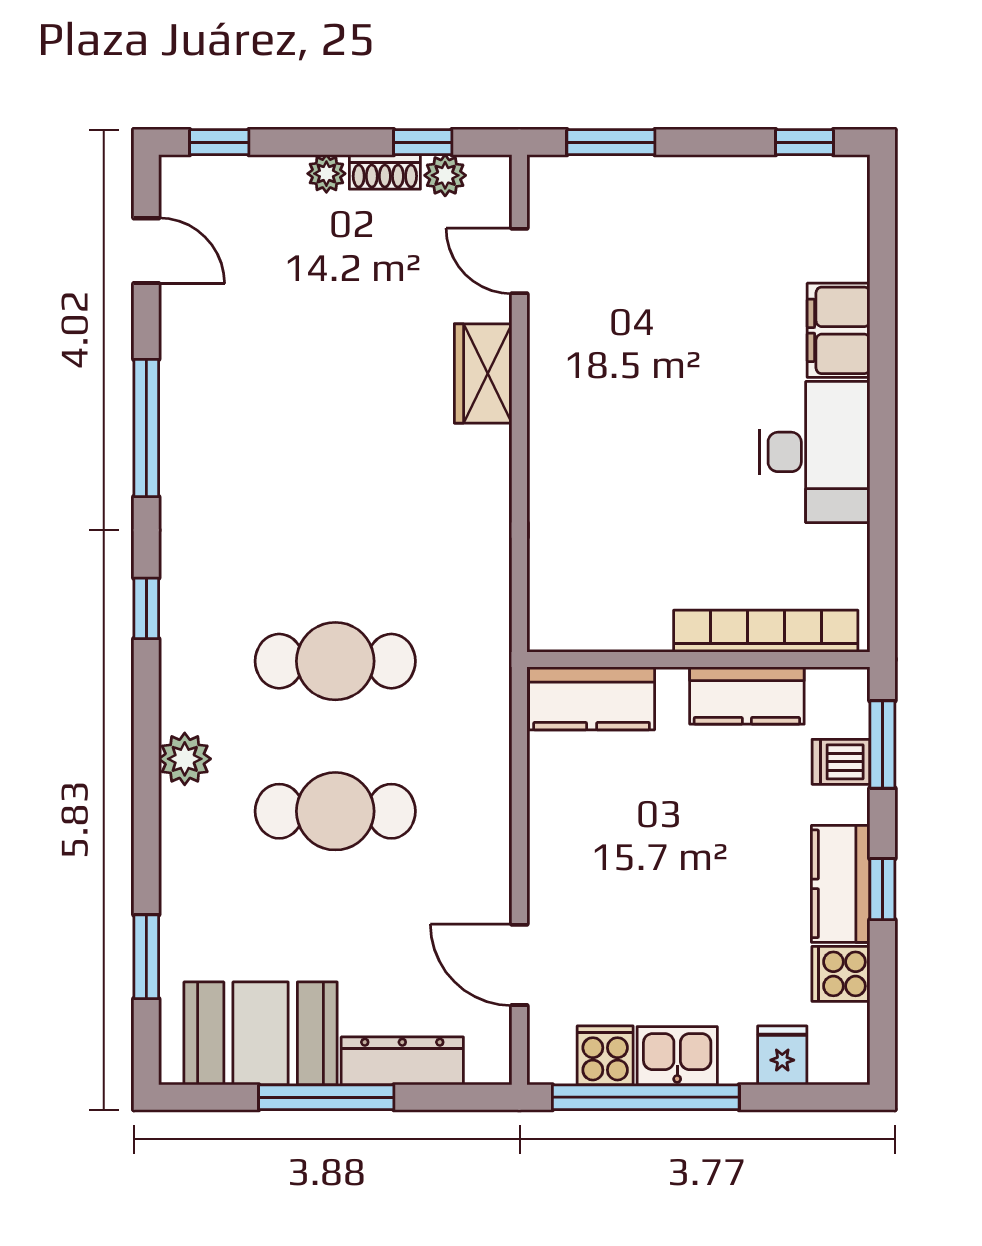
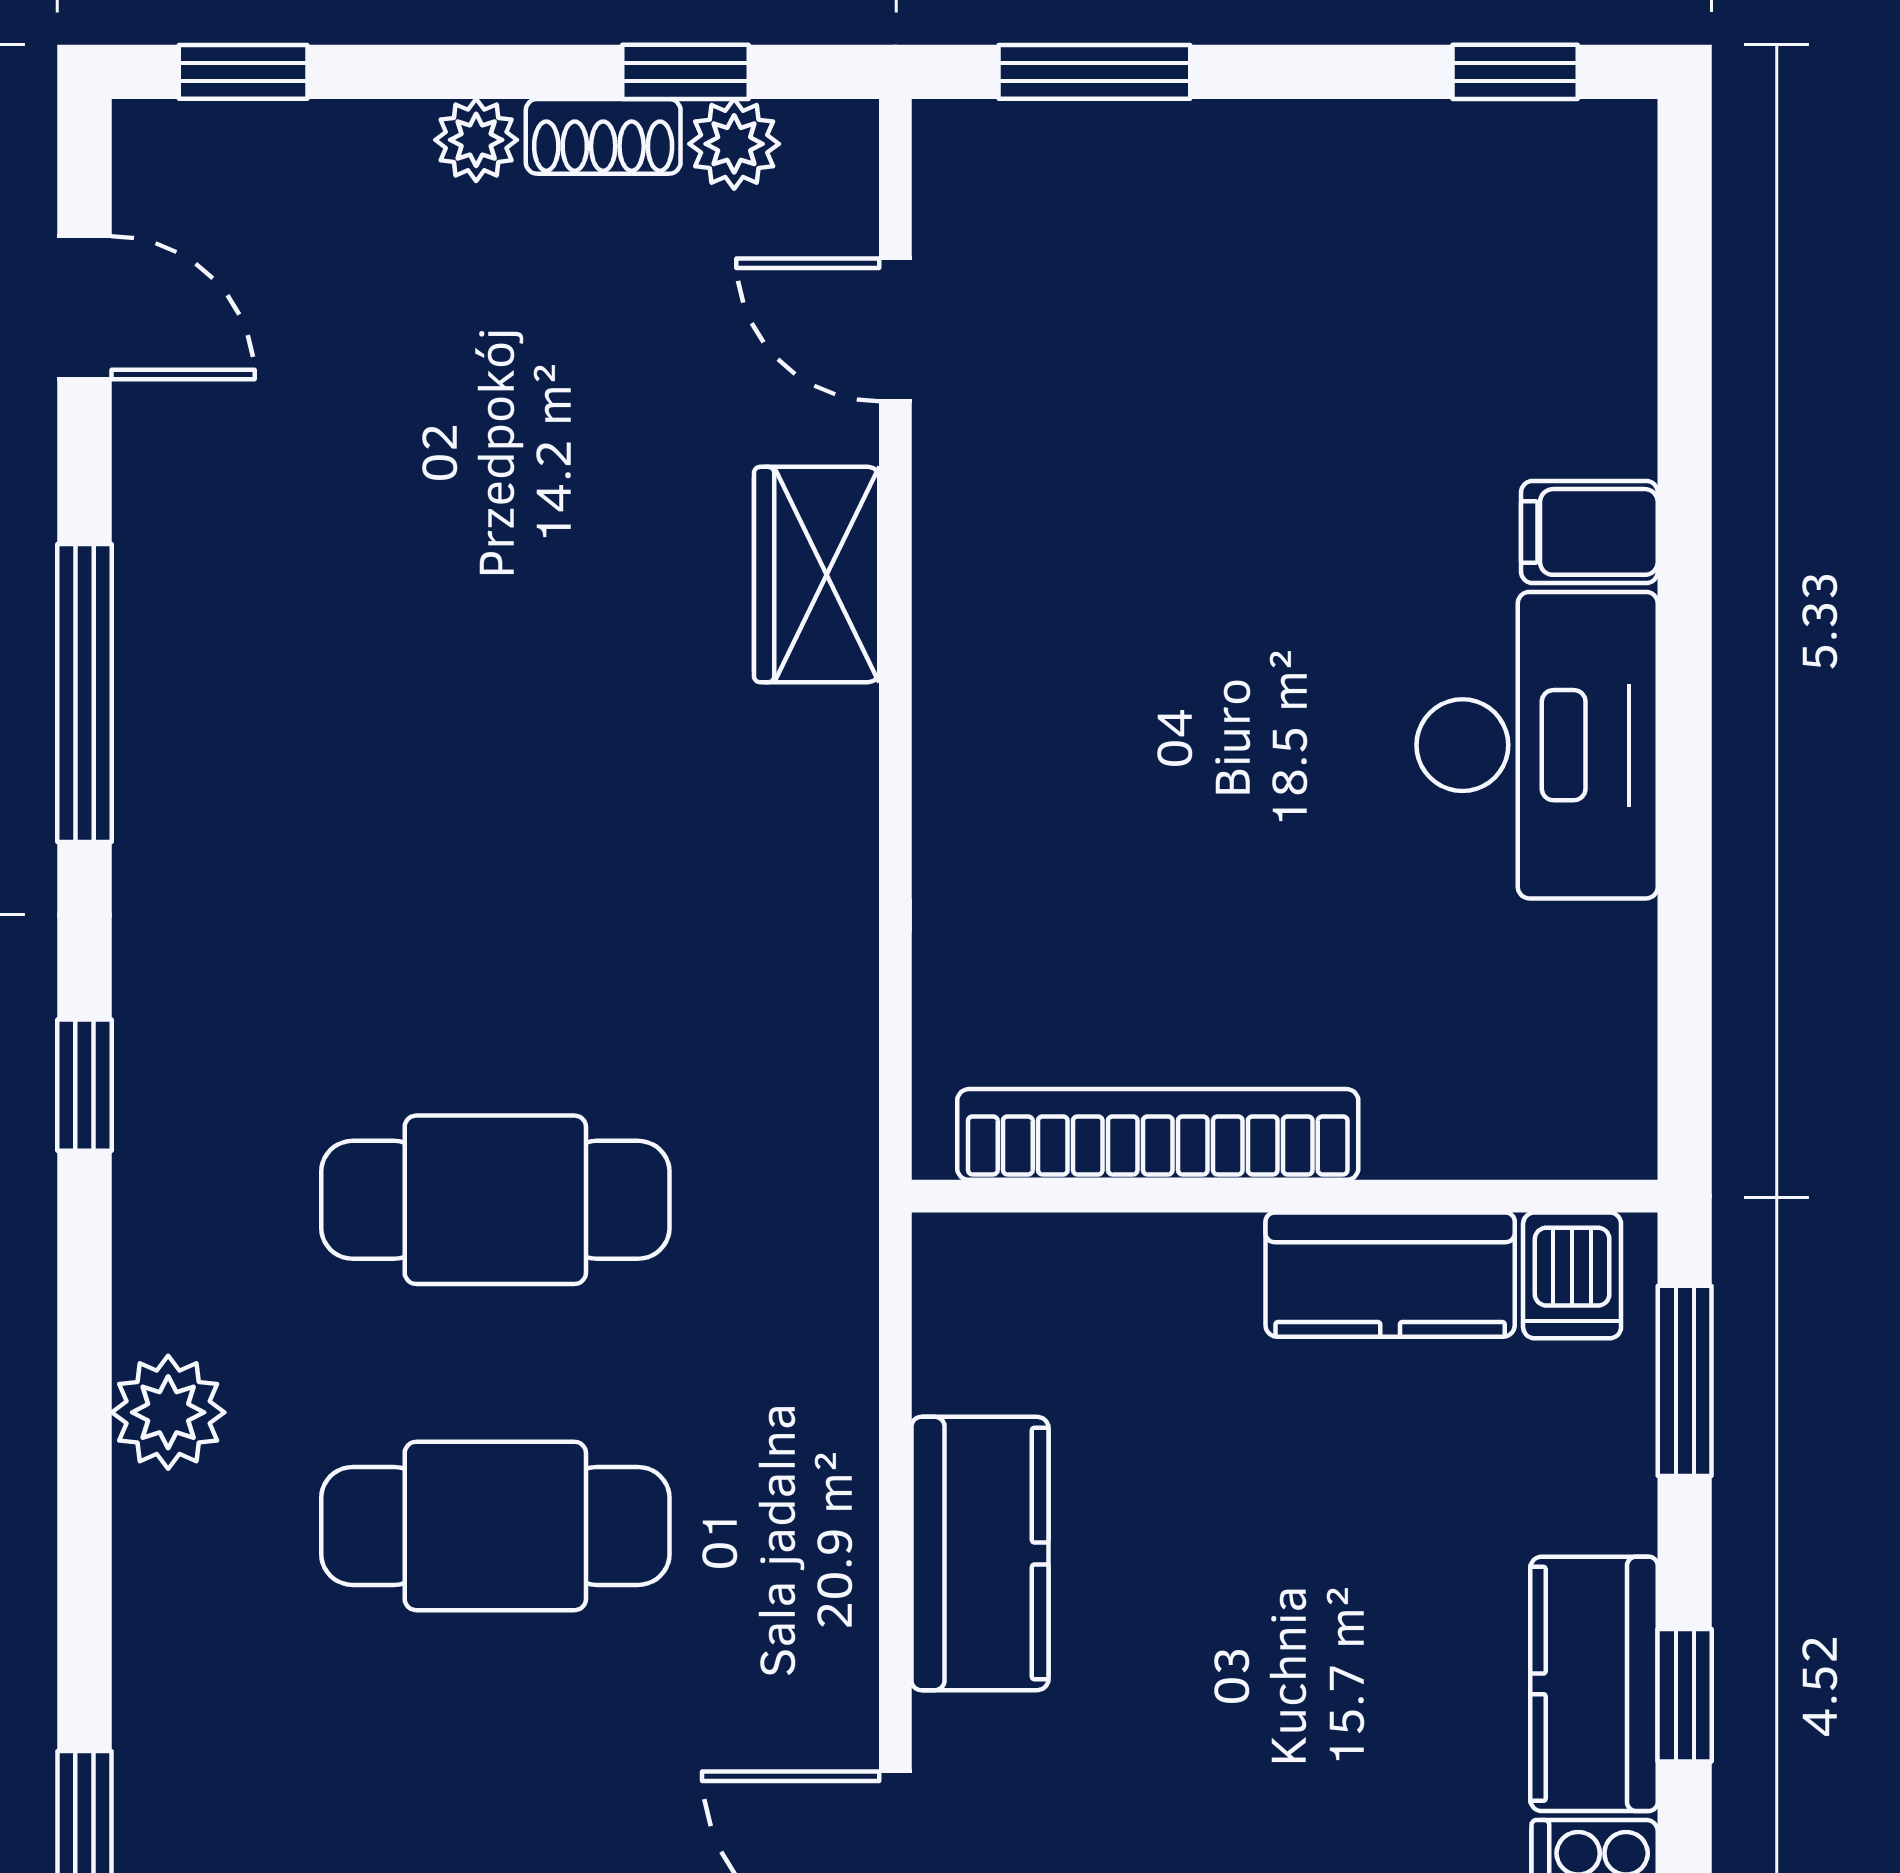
filing cabinet: (839, 330) -> (1589, 532), width x0.50
bookcase: (766, 631) -> (1158, 1134), moved
kitchen counter: (592, 698) -> (980, 1553), moved, turned -90
dishwasher: (841, 762) -> (1572, 1275), moved, turned -90

